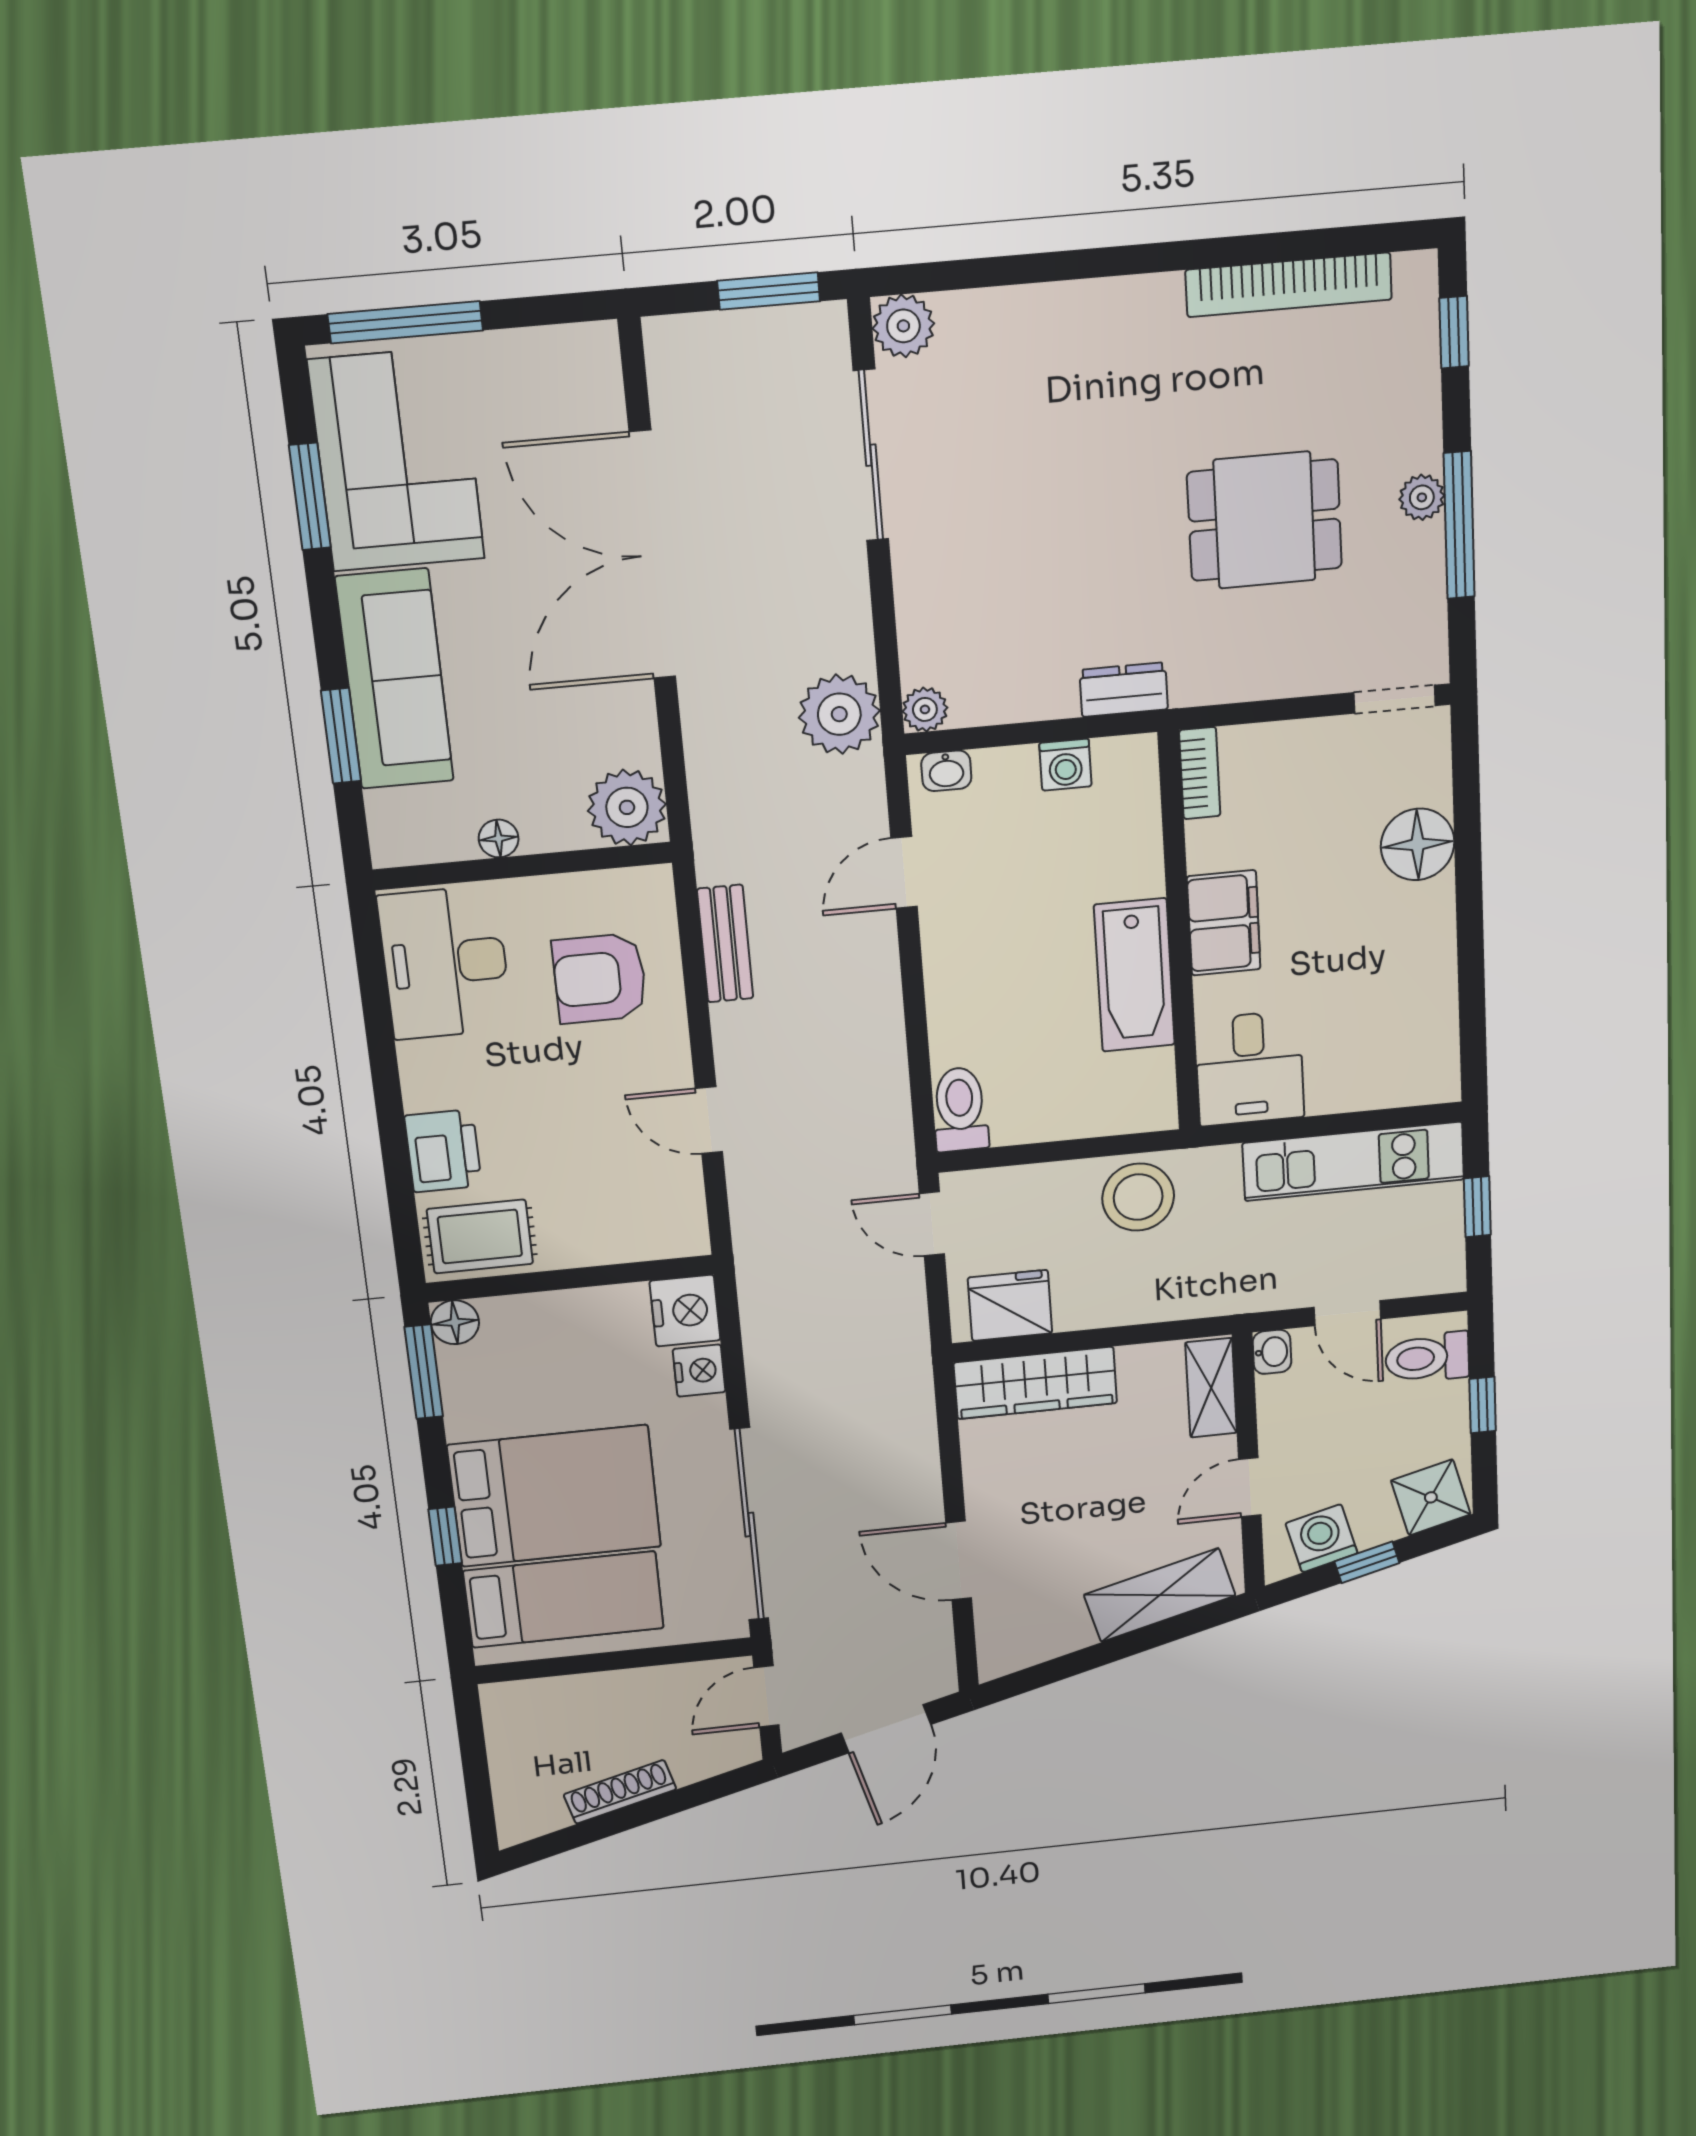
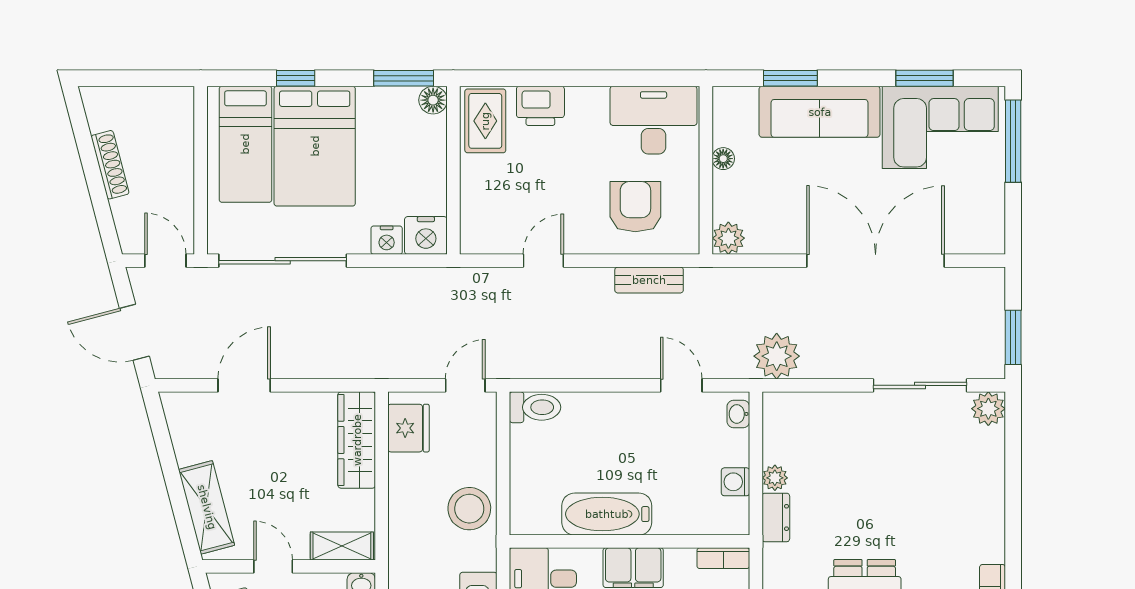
plant: (925, 709) -> (775, 478), moved
plant: (627, 807) -> (728, 238), width x0.73, depth x0.73

